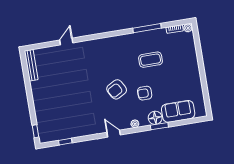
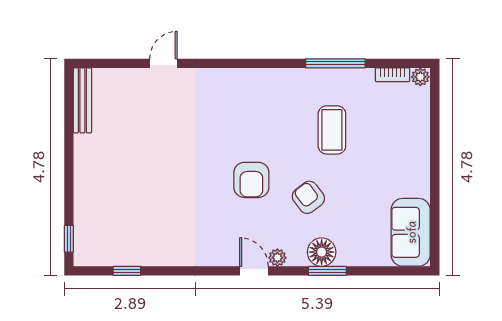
coffee table: (151, 60) -> (332, 130), turned 90
armchair: (117, 89) -> (251, 180), turned -62
armchair: (145, 93) -> (308, 197), turned 53
sofa: (178, 111) -> (411, 232), moved, turned -90
door: (114, 134) -> (254, 271), moved

